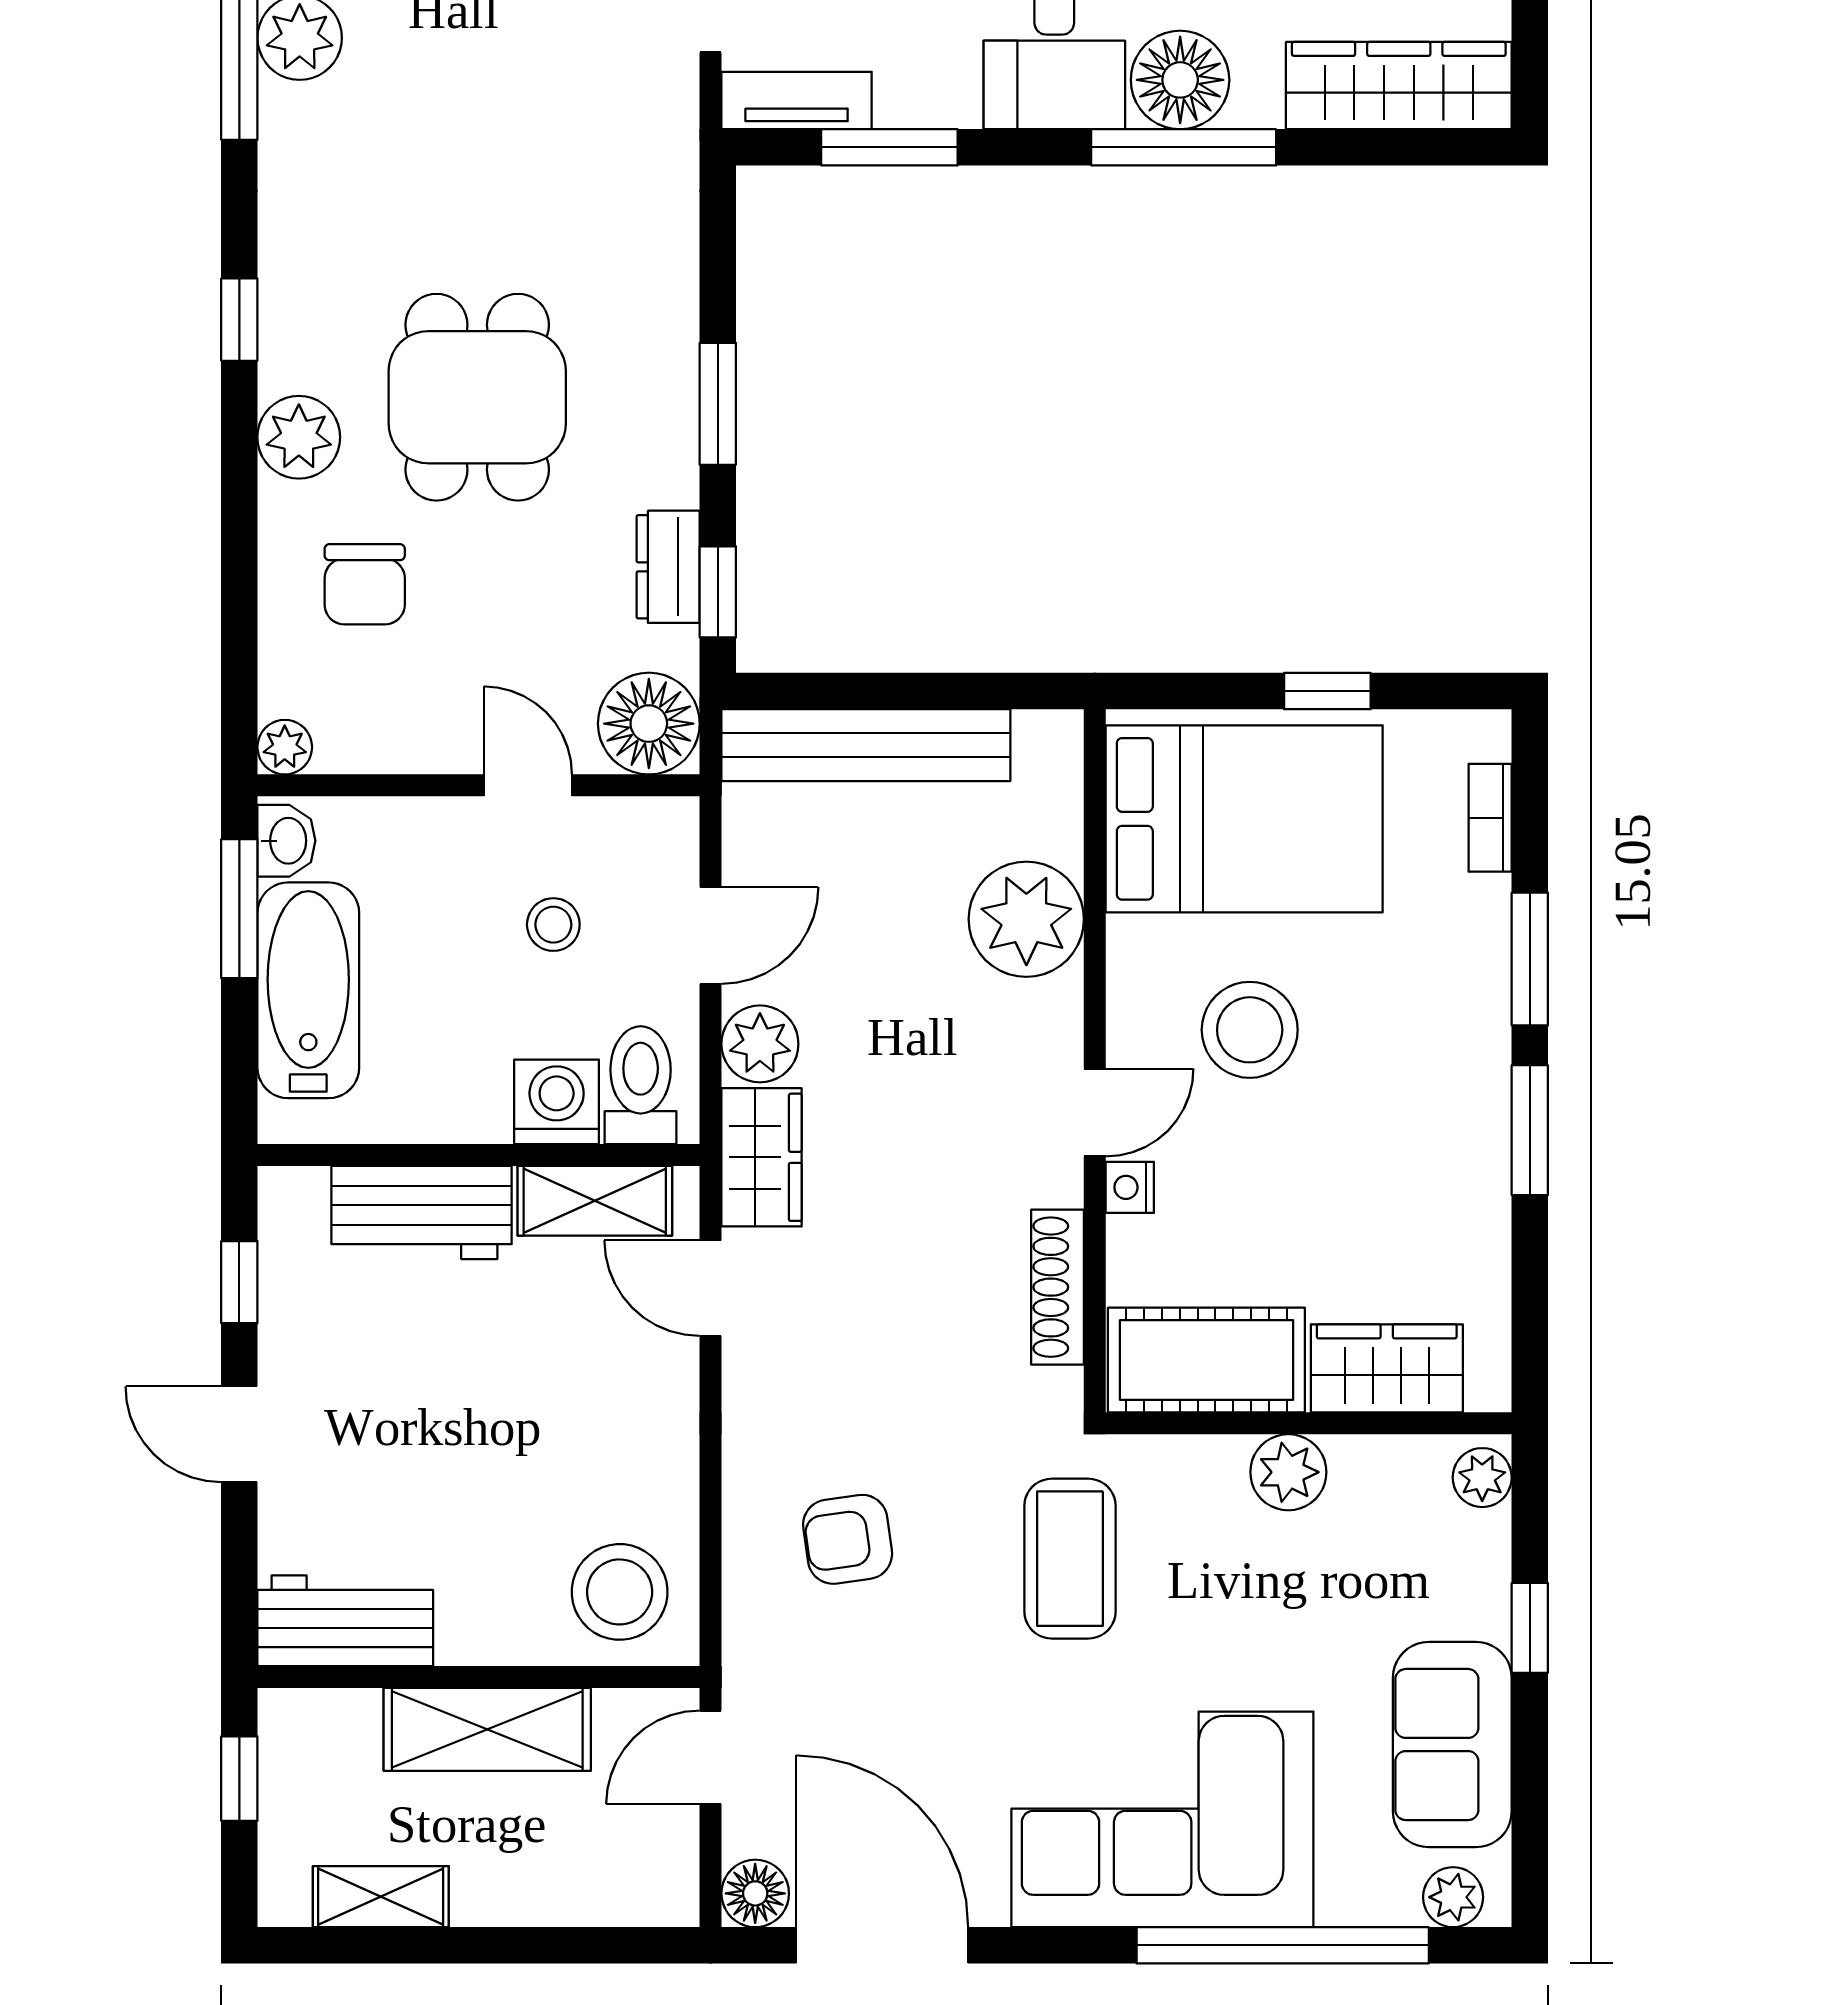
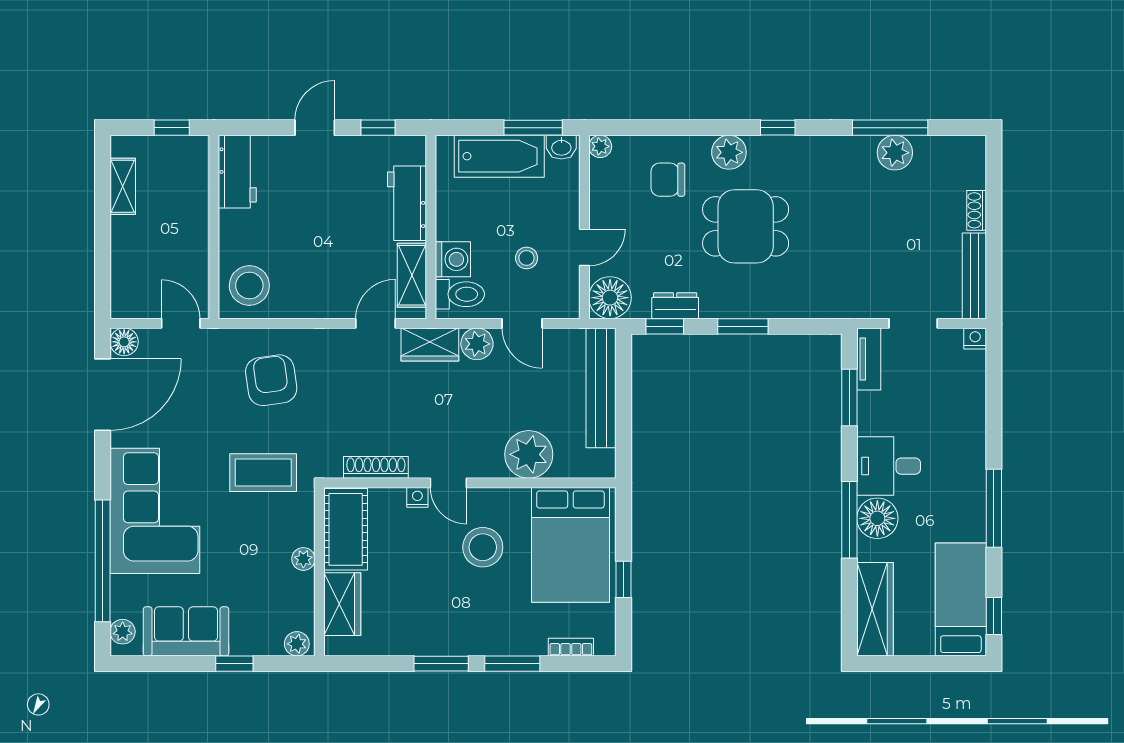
plant: (1288, 1472) -> (303, 559), width x0.73, depth x0.73
armchair: (848, 1539) -> (271, 380), width x1.38, depth x1.38
shelving: (487, 1729) -> (192, 231), removed

